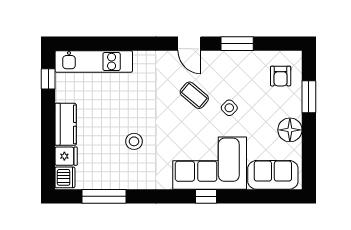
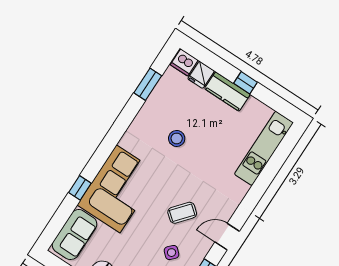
window: (48, 79) -> (246, 83), moved
side table: (229, 108) -> (172, 253), moved
window: (104, 196) -> (148, 84), width x0.69
window: (206, 196) -> (80, 188), moved

